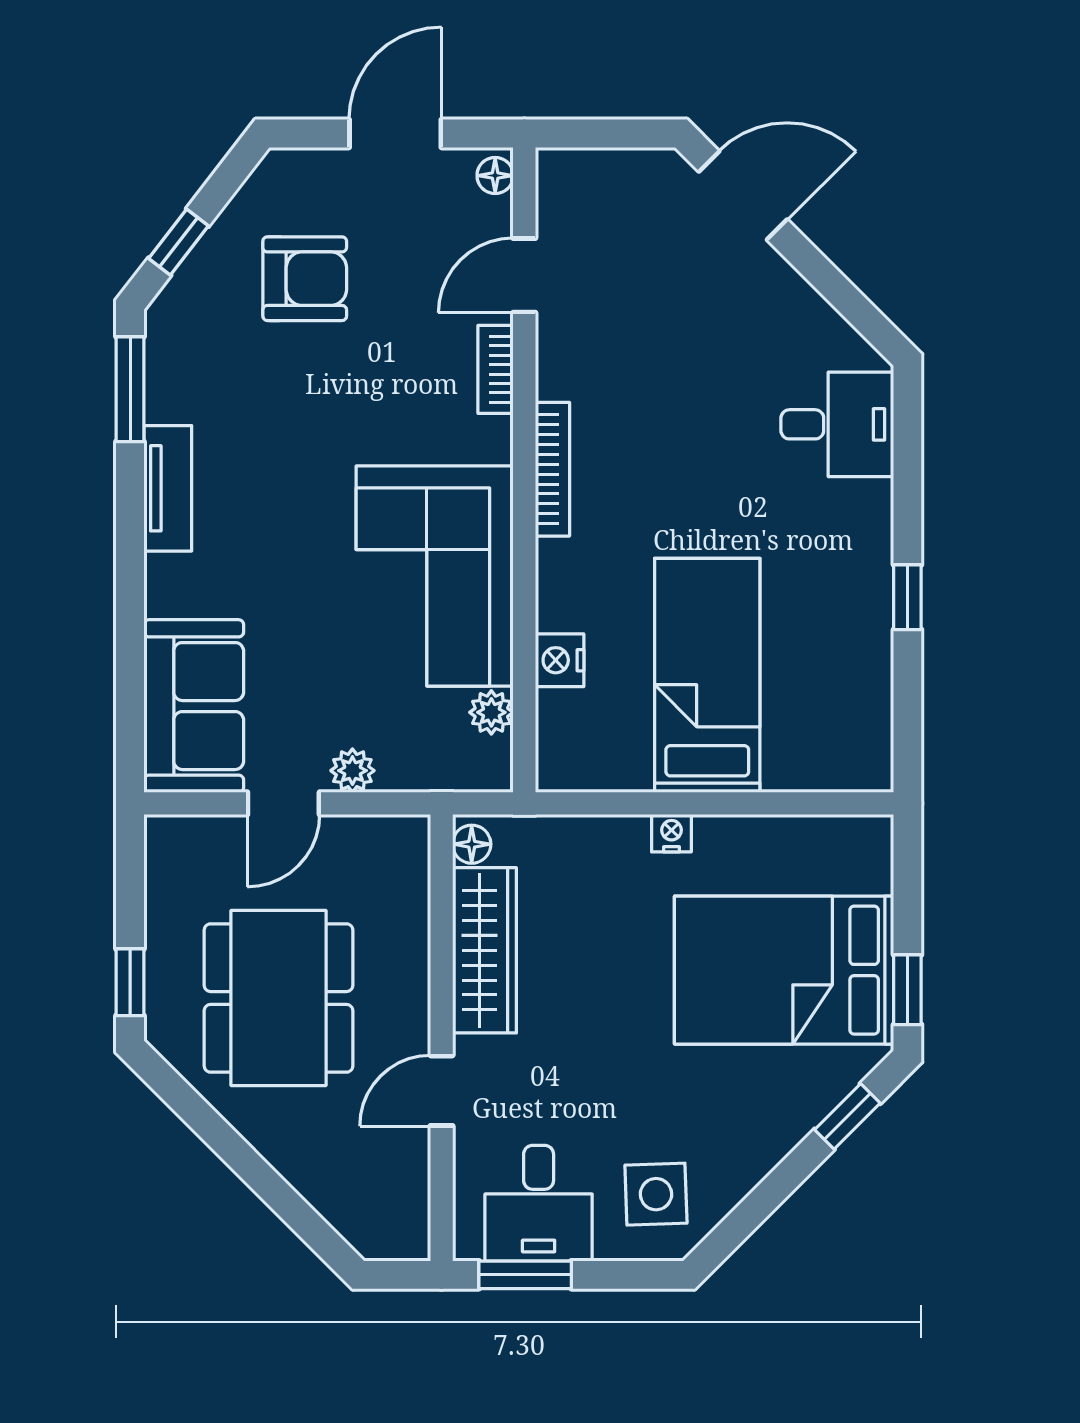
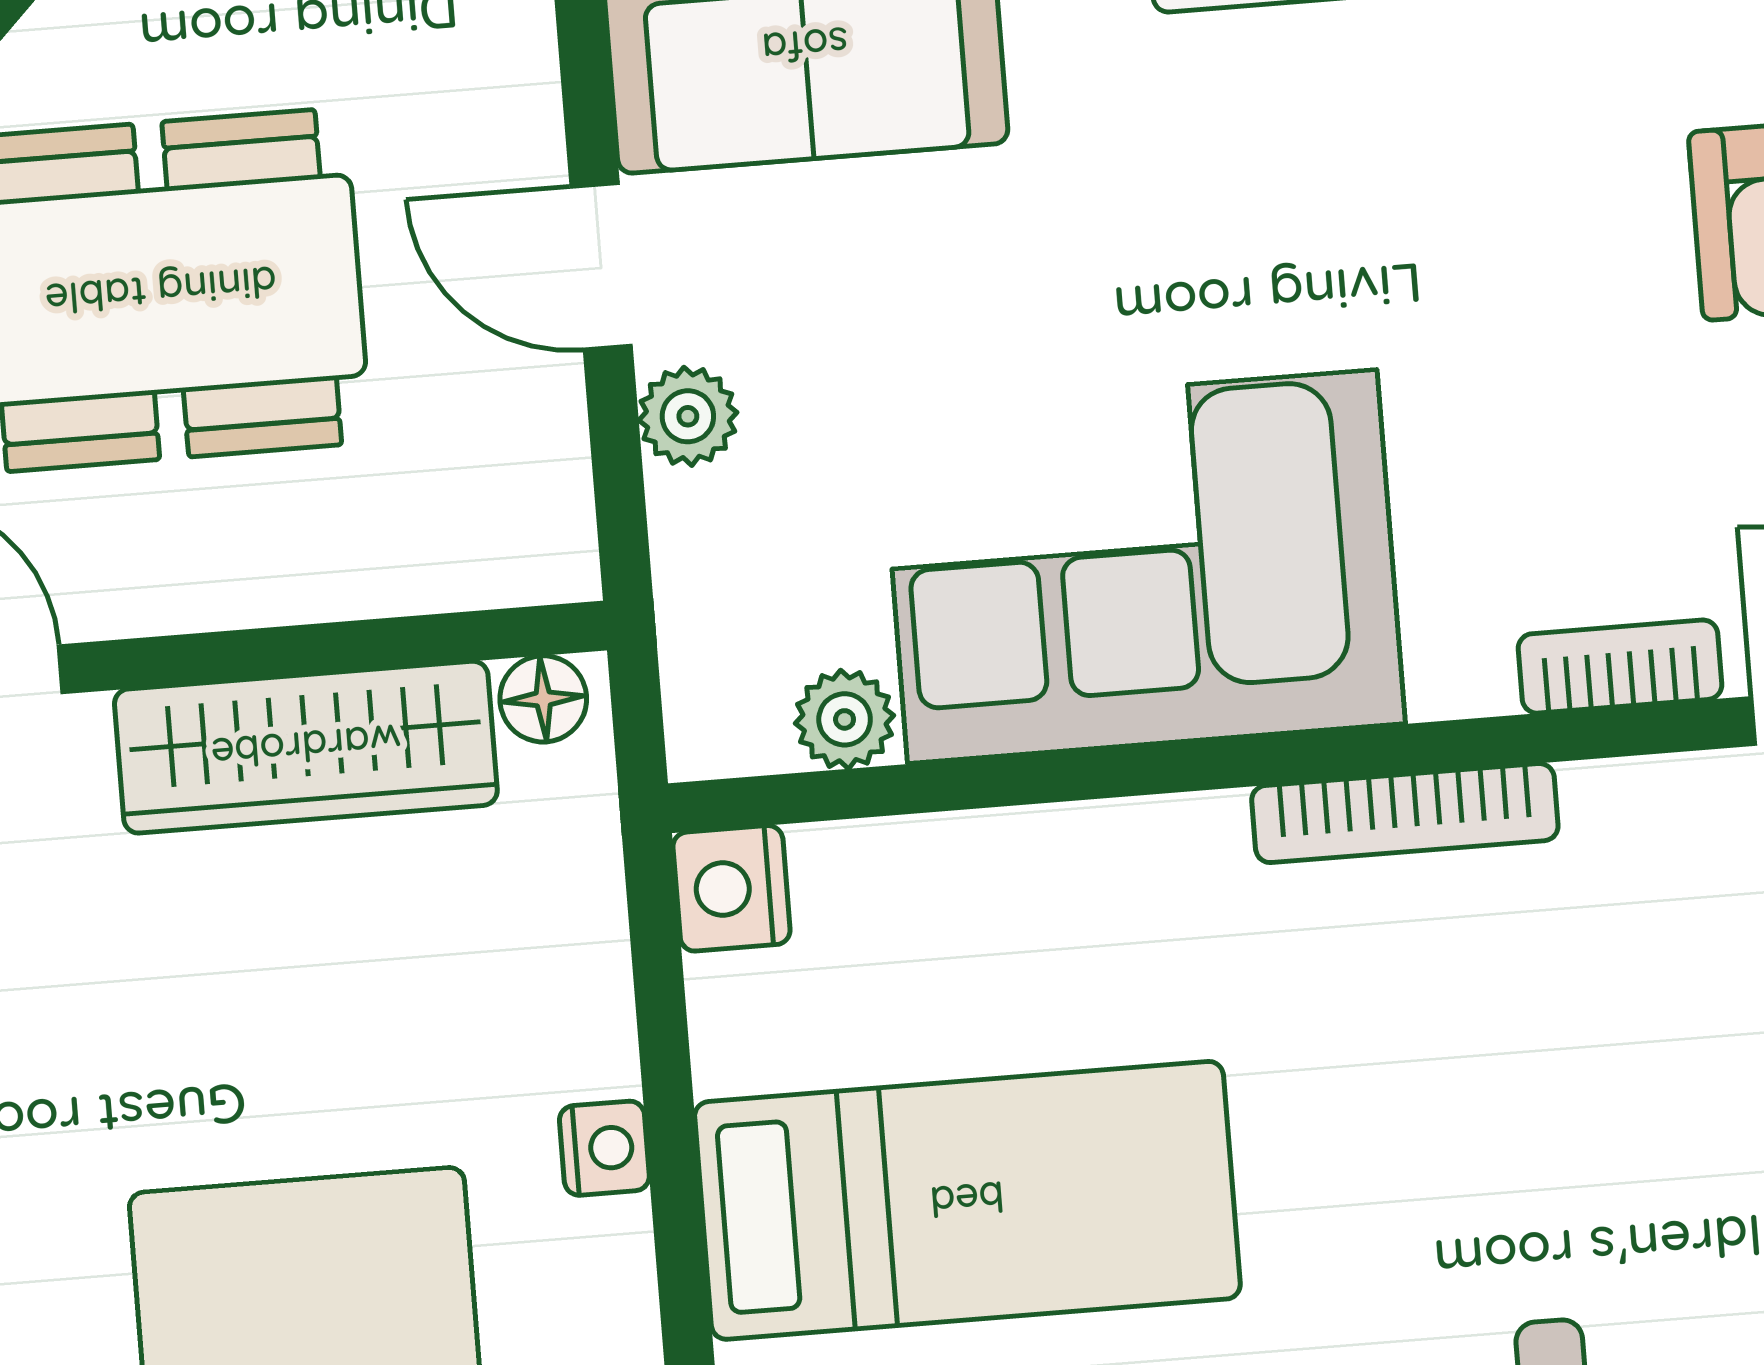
nightstand: (560, 660) -> (732, 888), moved, turned -90

